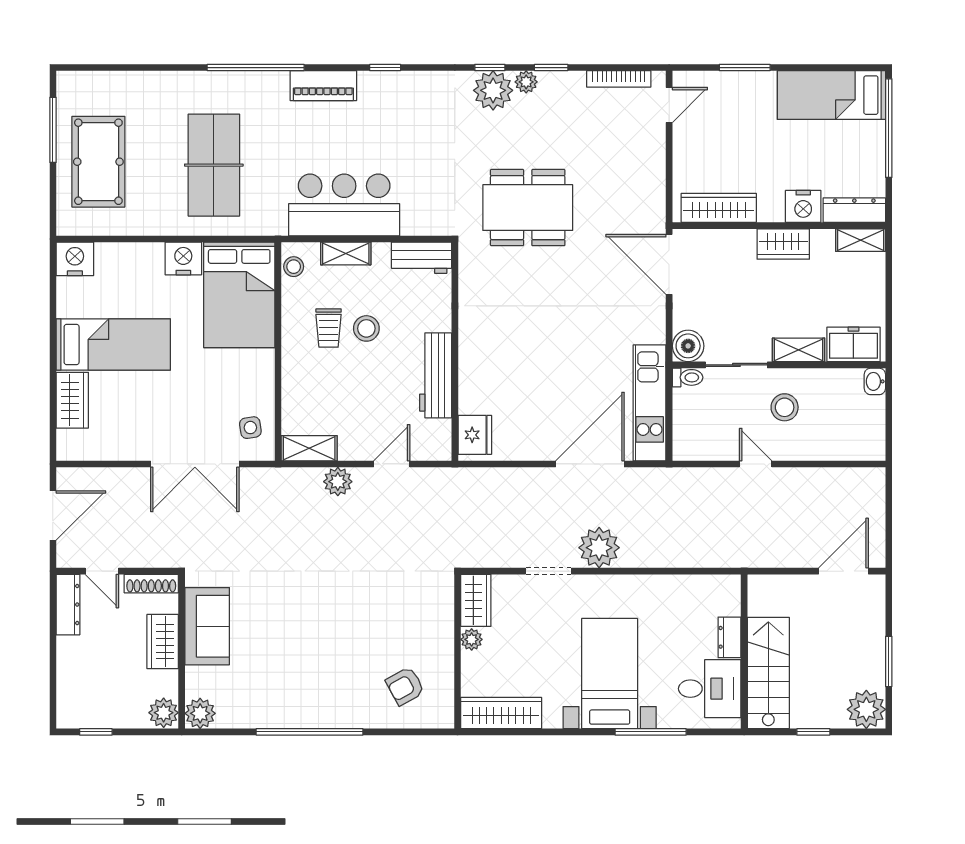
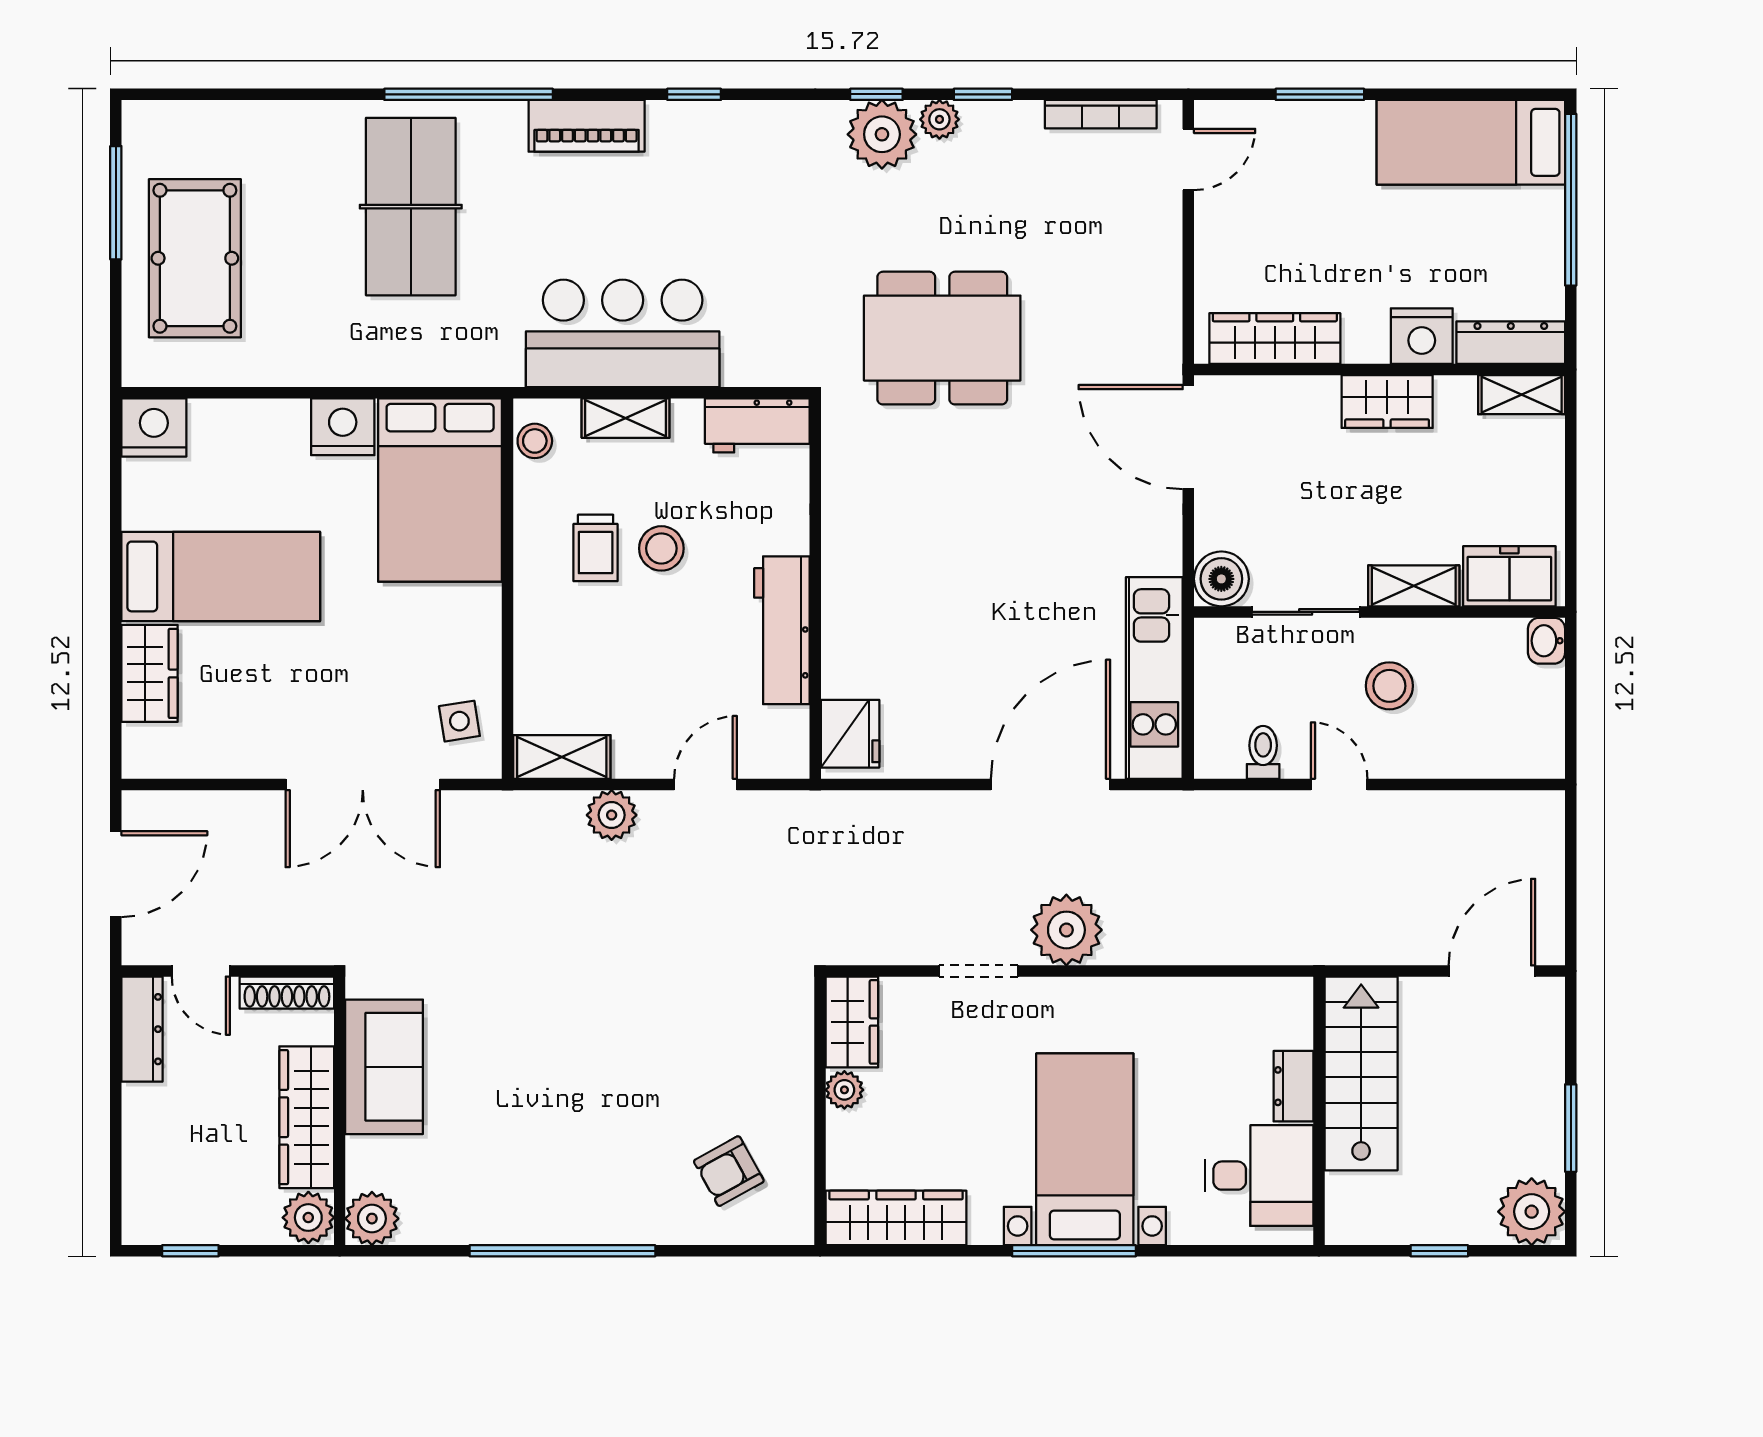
table tennis table: (214, 165) -> (411, 207), moved
toilet: (688, 377) -> (1263, 752), moved, turned -90
wardrobe: (163, 642) -> (307, 1117), width x1.50
stairs: (768, 673) -> (1361, 1073), moved
window: (651, 732) -> (1074, 1251), moved

